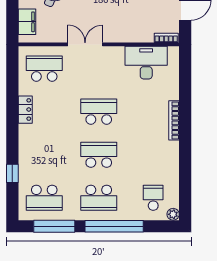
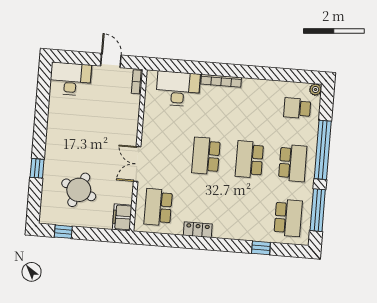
filing cabinet: (27, 22) -> (122, 217), moved, turned -90
desk: (146, 63) -> (178, 89), moved, turned 90

